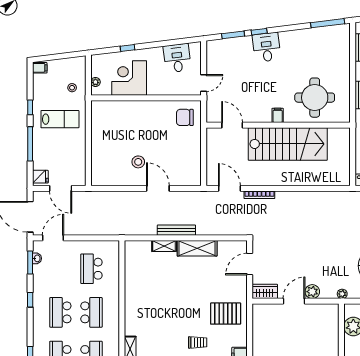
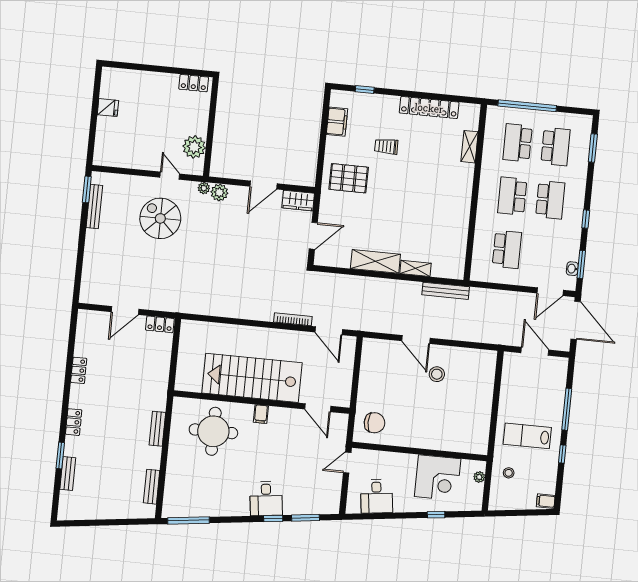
fridge: (40, 177) -> (558, 368), removed
bench: (176, 230) -> (446, 291), moved
plant: (312, 292) -> (219, 192), moved

